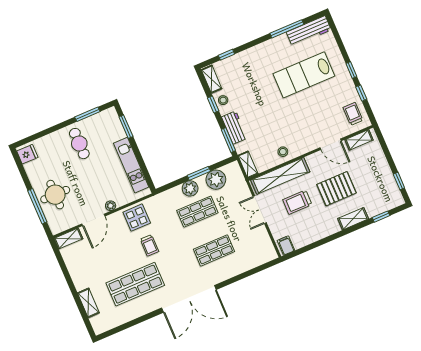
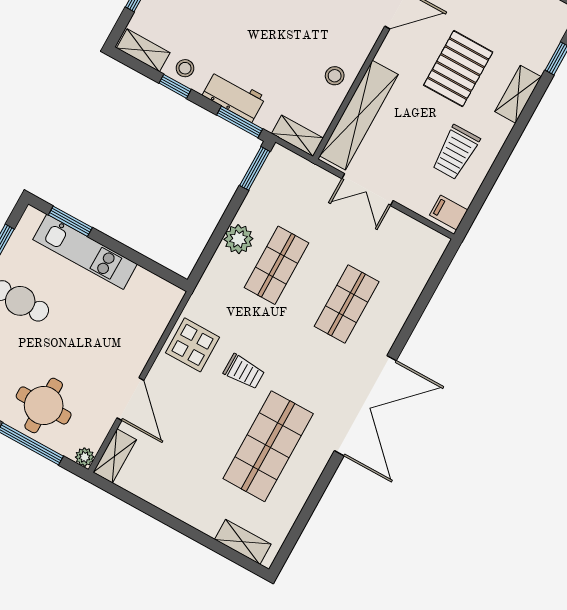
kitchen unit: (131, 165) -> (85, 252), moved
window: (199, 173) -> (255, 168), moved
plant: (216, 180) -> (267, 196), removed
trolley: (297, 202) -> (456, 152), moved
plant: (111, 206) -> (85, 457), moved
shelving: (88, 303) -> (243, 542), moved

